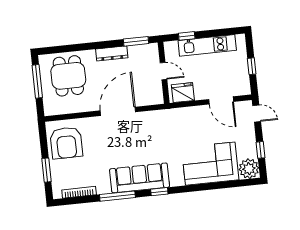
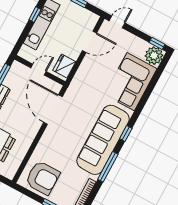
window: (187, 36) -> (35, 15), moved
door: (118, 111) -> (53, 110), moved
window: (261, 150) -> (157, 43), moved
sofa: (140, 178) -> (103, 140), width x1.36, depth x1.27

